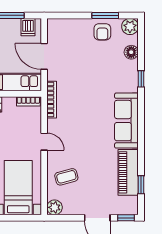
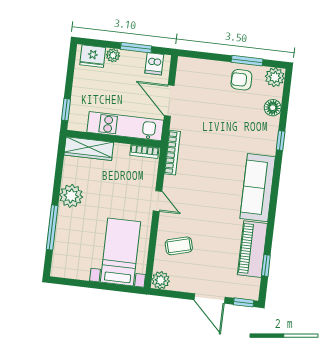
armchair: (102, 32) -> (241, 80), turned 90

